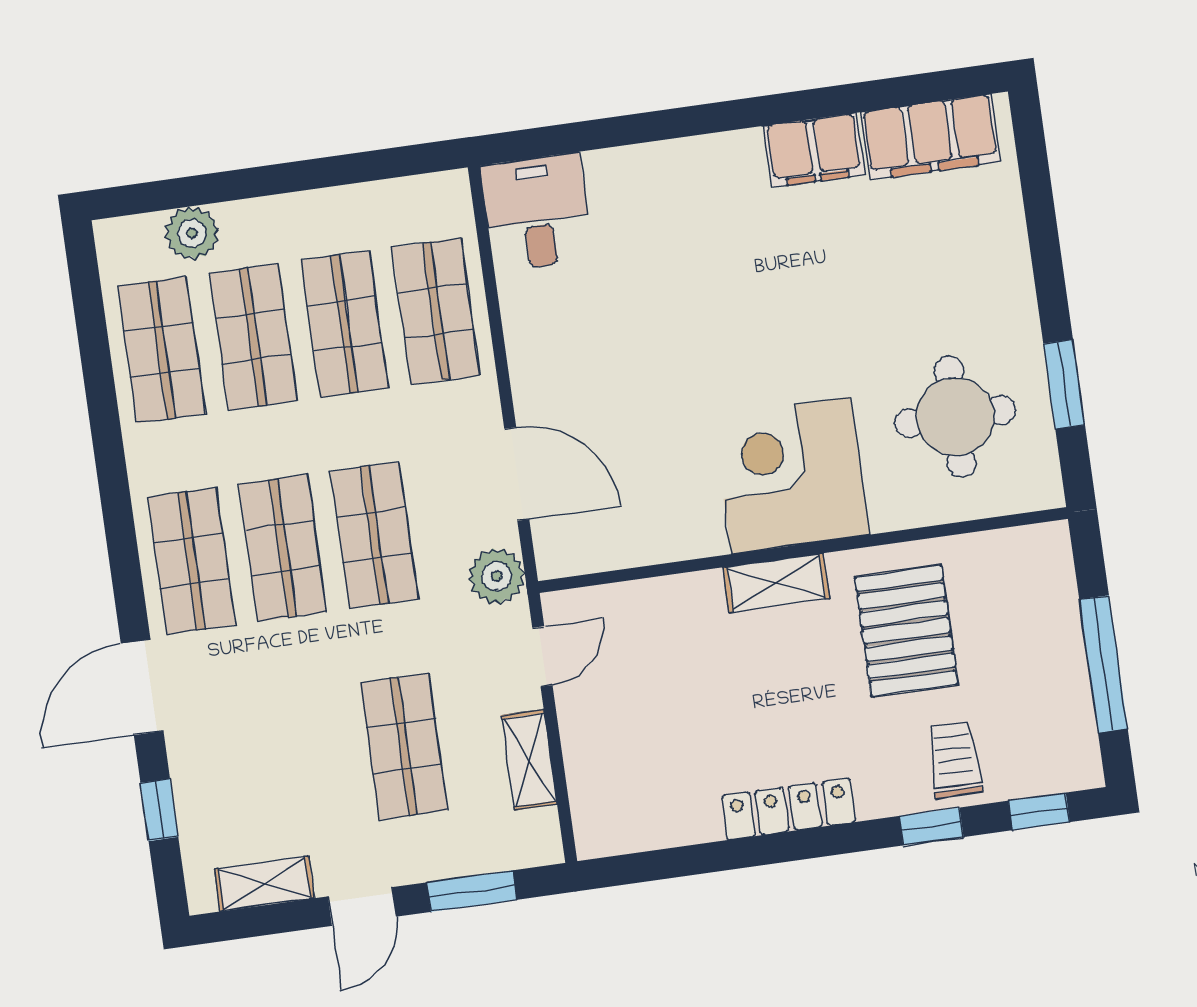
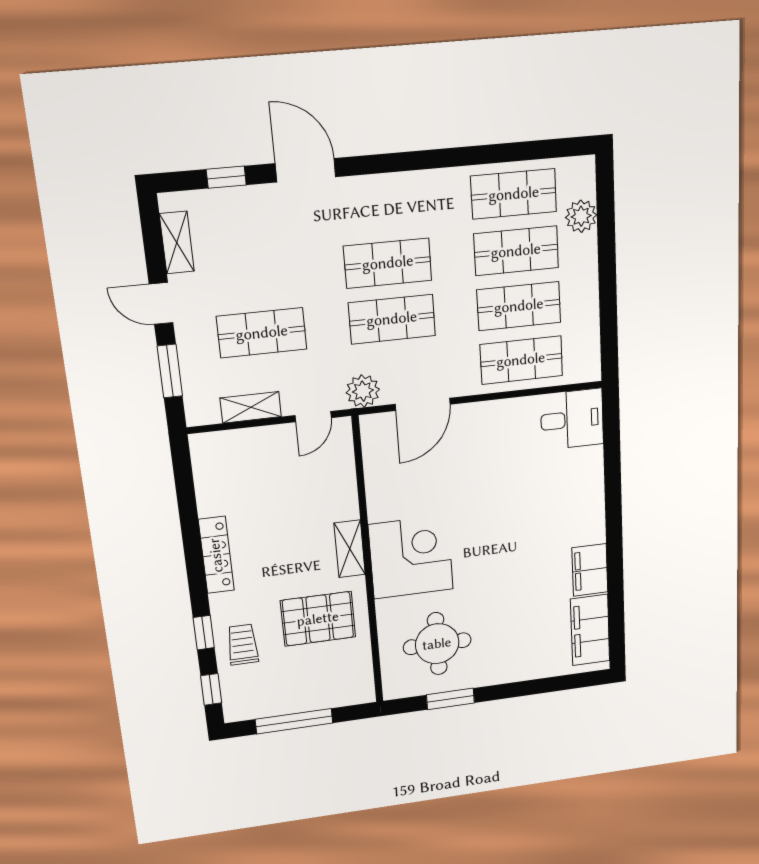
shop shelf: (191, 561) -> (383, 206), removed
door: (542, 656) -> (313, 417), hinge flipped
trolley: (954, 759) -> (243, 645), turned -90

